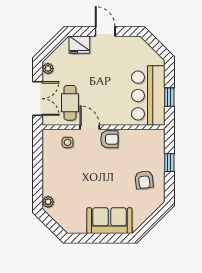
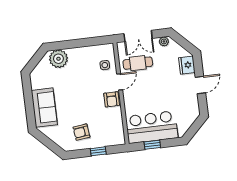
plant: (48, 202) -> (58, 59), width x1.88, depth x1.88

